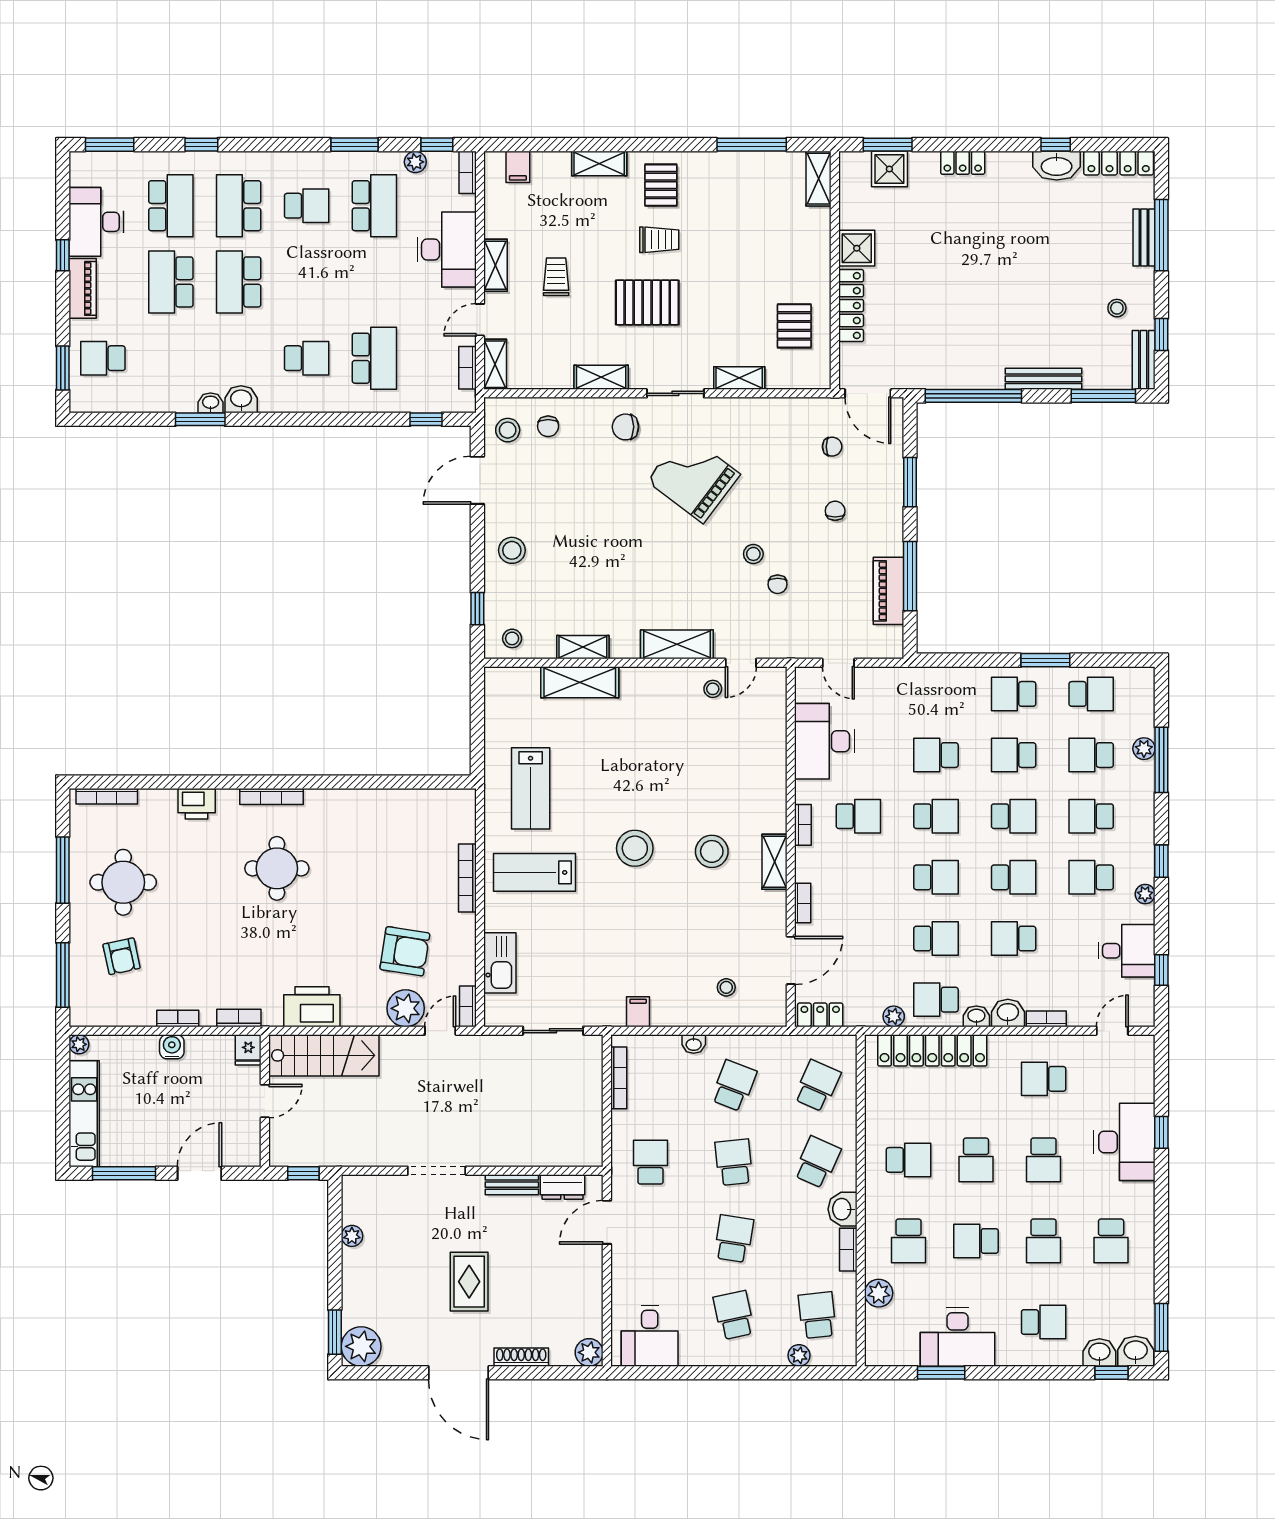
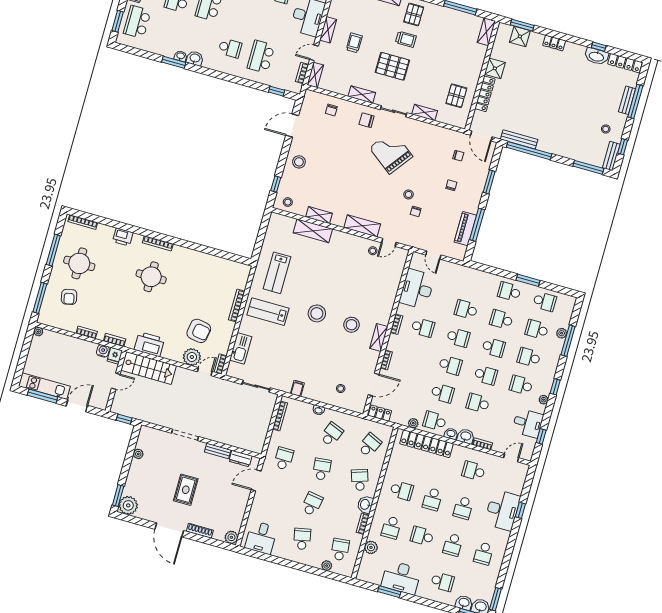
school desk: (103, 358) -> (137, 22), width x1.85
school desk: (374, 358) -> (261, 57), turned 180
bench: (1044, 379) -> (519, 139), moved
stool: (508, 430) -> (312, 107), removed
water cooler: (172, 1047) -> (103, 351), moved
kitchen unit: (84, 1114) -> (44, 386), moved, turned -90
school desk: (817, 1162) -> (360, 480), turned -42

